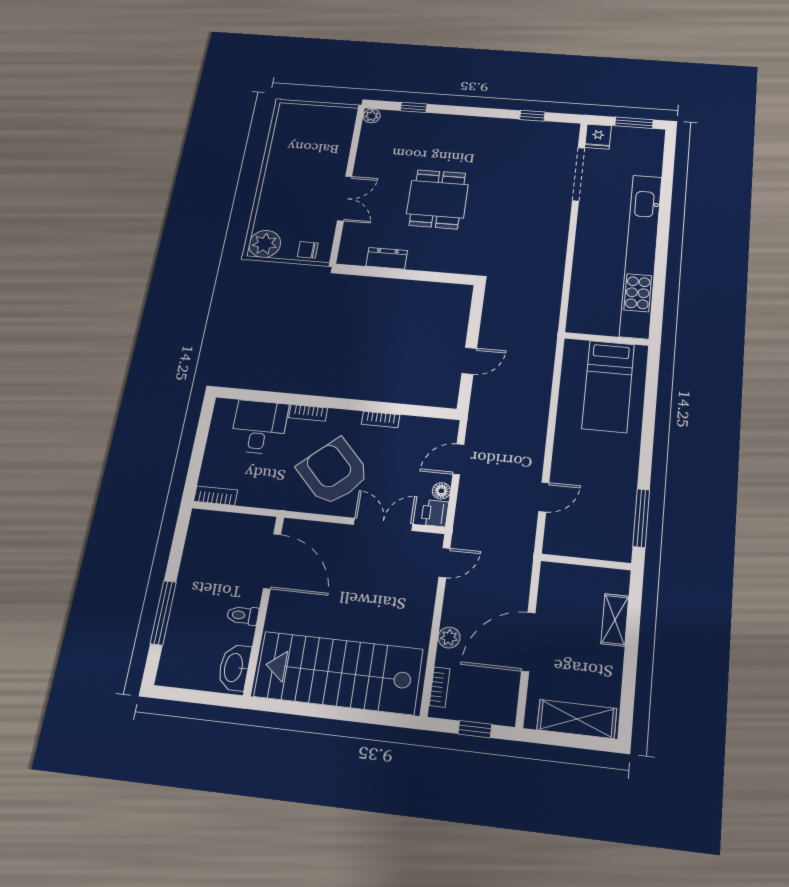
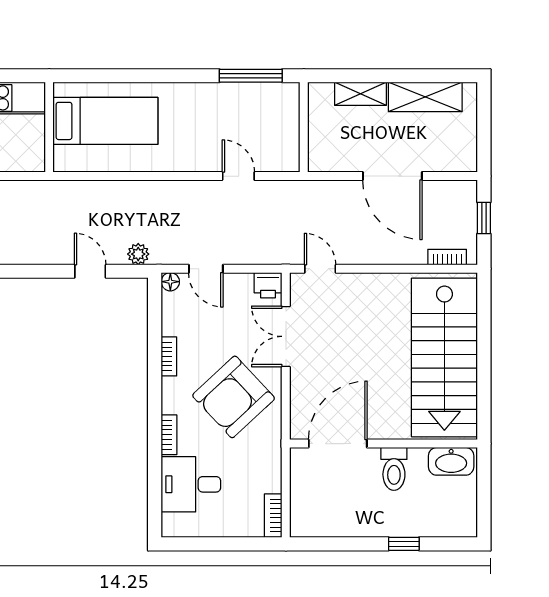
floor lamp: (441, 491) -> (170, 282), moved
window: (163, 613) -> (404, 544), width x0.46
toilet: (243, 615) -> (394, 469), width x1.37, depth x1.39
plant: (449, 637) -> (138, 254), moved
shelving: (577, 719) -> (425, 97), moved, turned 90

